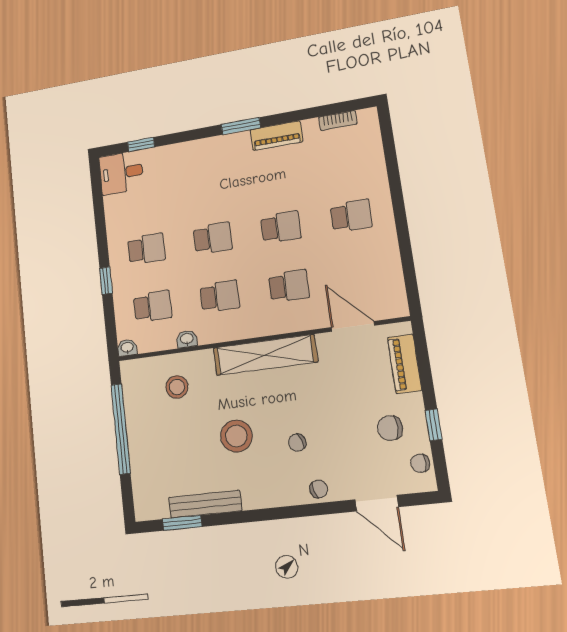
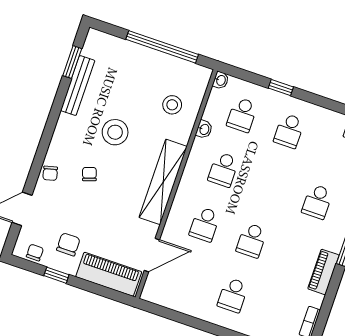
school desk: (213, 238) -> (317, 202), moved
piano: (404, 364) -> (109, 274), width x1.37, depth x1.33

